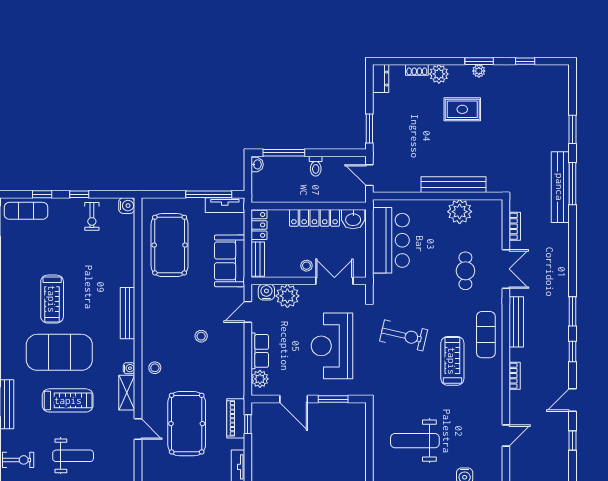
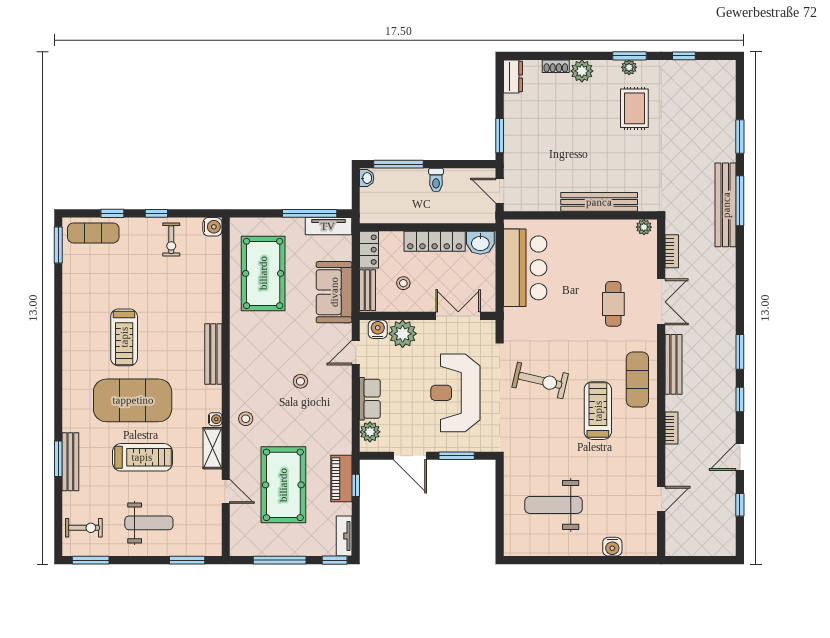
rug: (462, 109) -> (634, 108), moved, turned 90
plant: (460, 212) -> (644, 227), moved, width x0.53, depth x0.53
stool: (306, 266) -> (403, 283), moved

